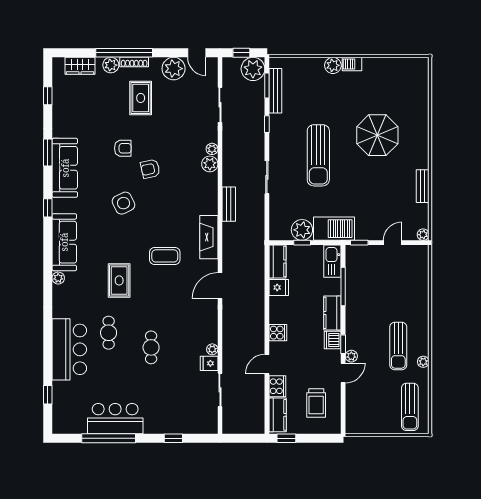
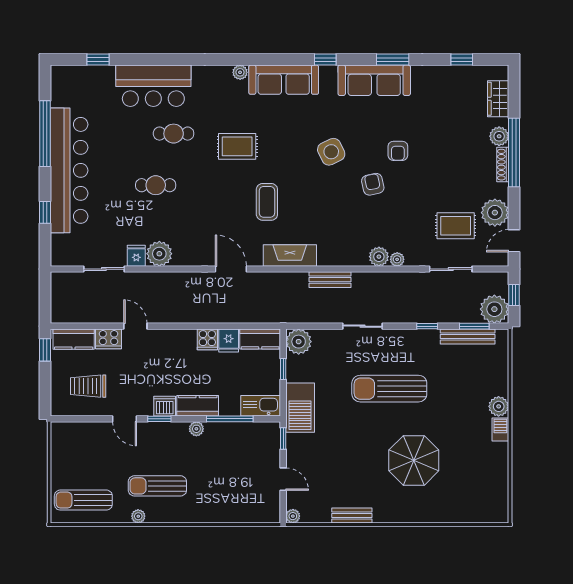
rug: (141, 98) -> (456, 226), moved
plant: (302, 230) -> (299, 342), moved
cooker: (278, 333) -> (207, 339), moved
plant: (212, 349) -> (159, 254), width x1.88, depth x1.88
plant: (351, 356) -> (196, 429), moved
bar counter: (115, 419) -> (69, 170), width x1.86

